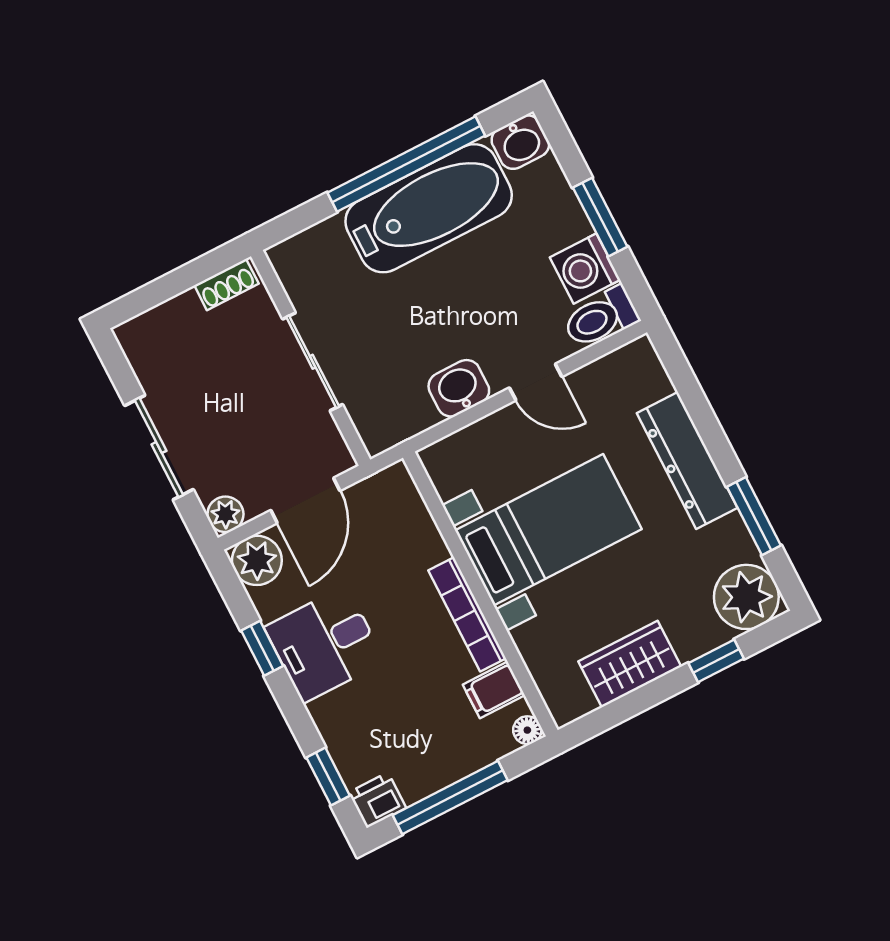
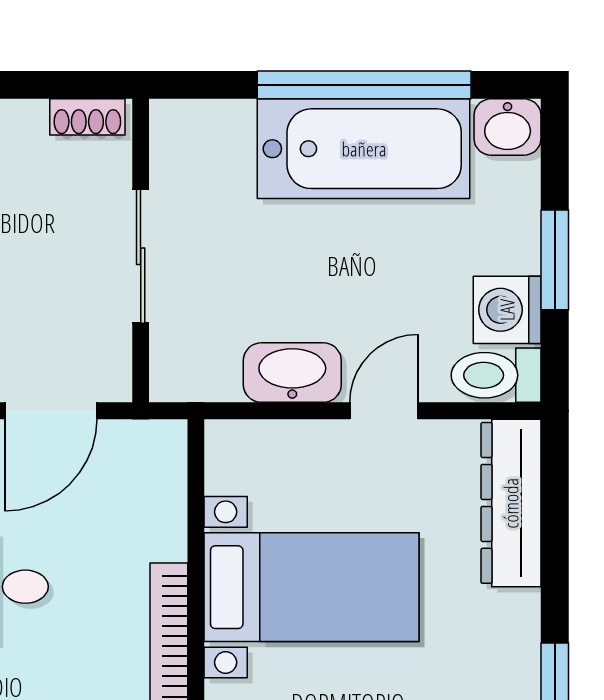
door: (536, 382) -> (384, 411), swing flipped
washbasin: (459, 388) -> (292, 373), width x1.38
dresser: (687, 461) -> (511, 503), moved

